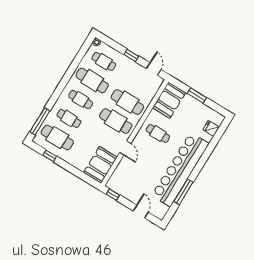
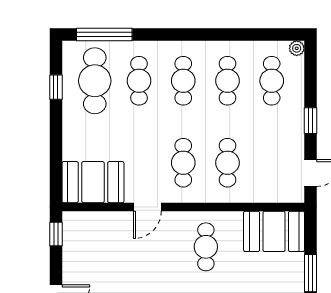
cafe table: (92, 80) -> (227, 81), width x0.73, depth x0.74
cafe table: (127, 102) -> (227, 163), width x0.73, depth x0.74
cafe table: (116, 121) -> (183, 163), width x0.73, depth x0.74

